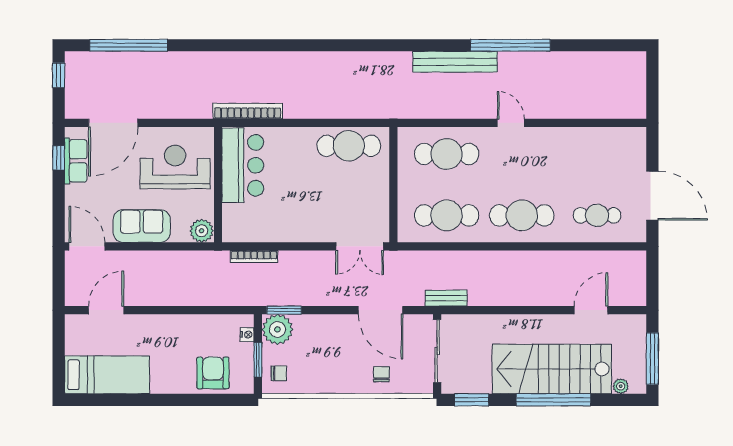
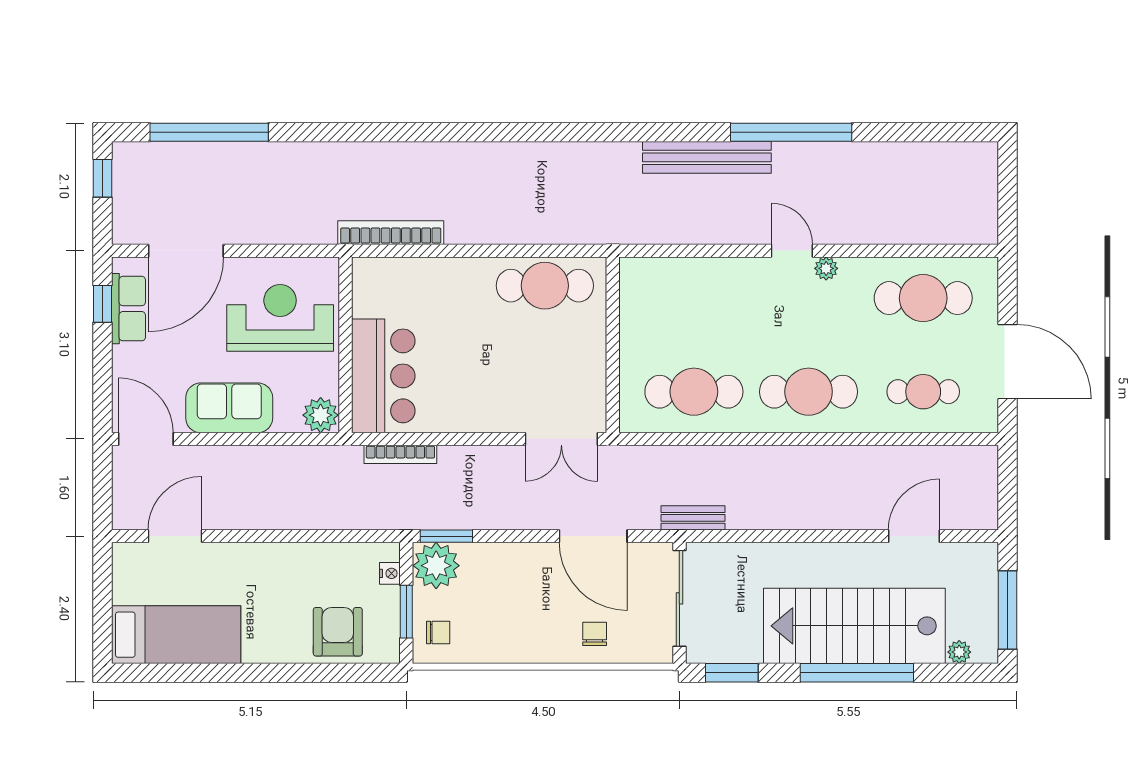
plant: (533, 135) -> (826, 268), added
cafe table: (447, 154) -> (923, 298), moved
bar counter: (243, 165) -> (383, 376), moved

